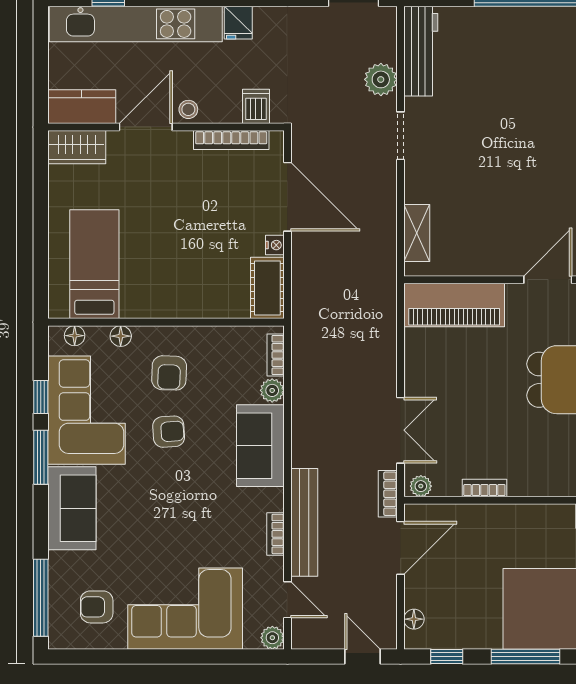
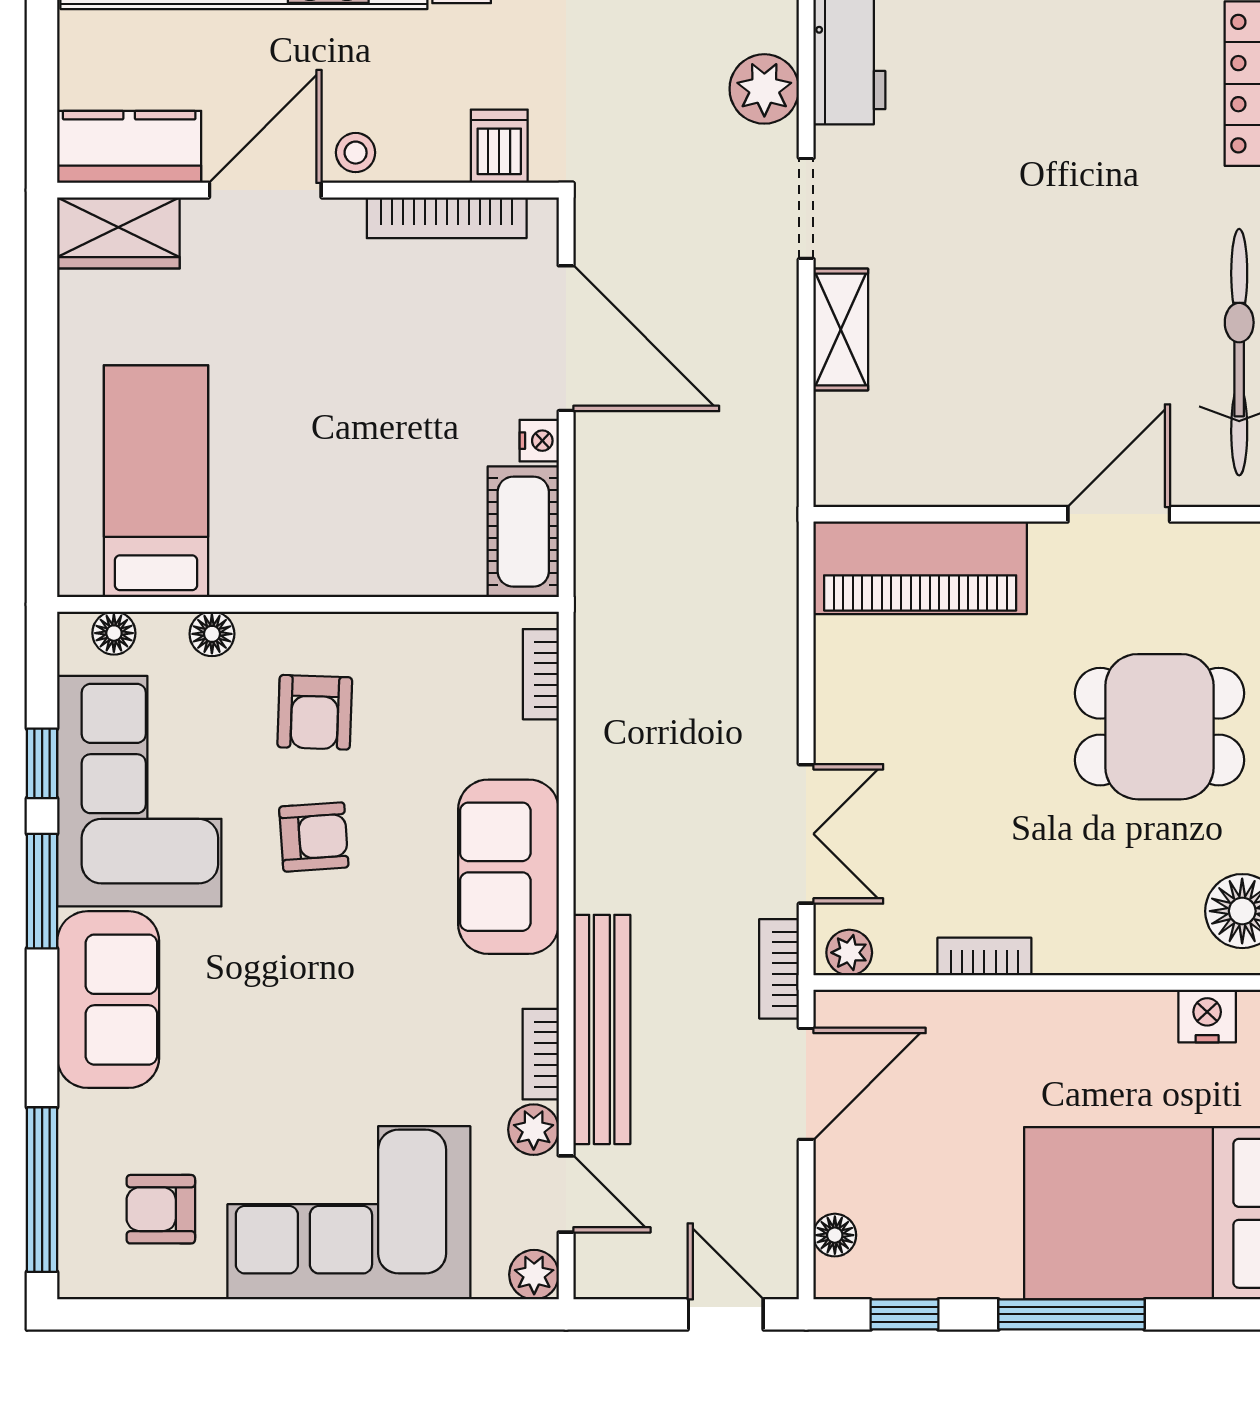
shelving: (417, 233) -> (841, 329), moved
plant: (272, 390) -> (534, 1130), moved

